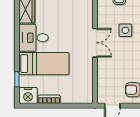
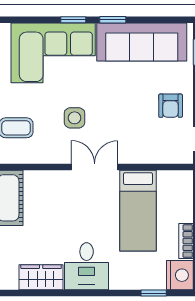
bed: (44, 64) -> (138, 211), moved, turned 180

